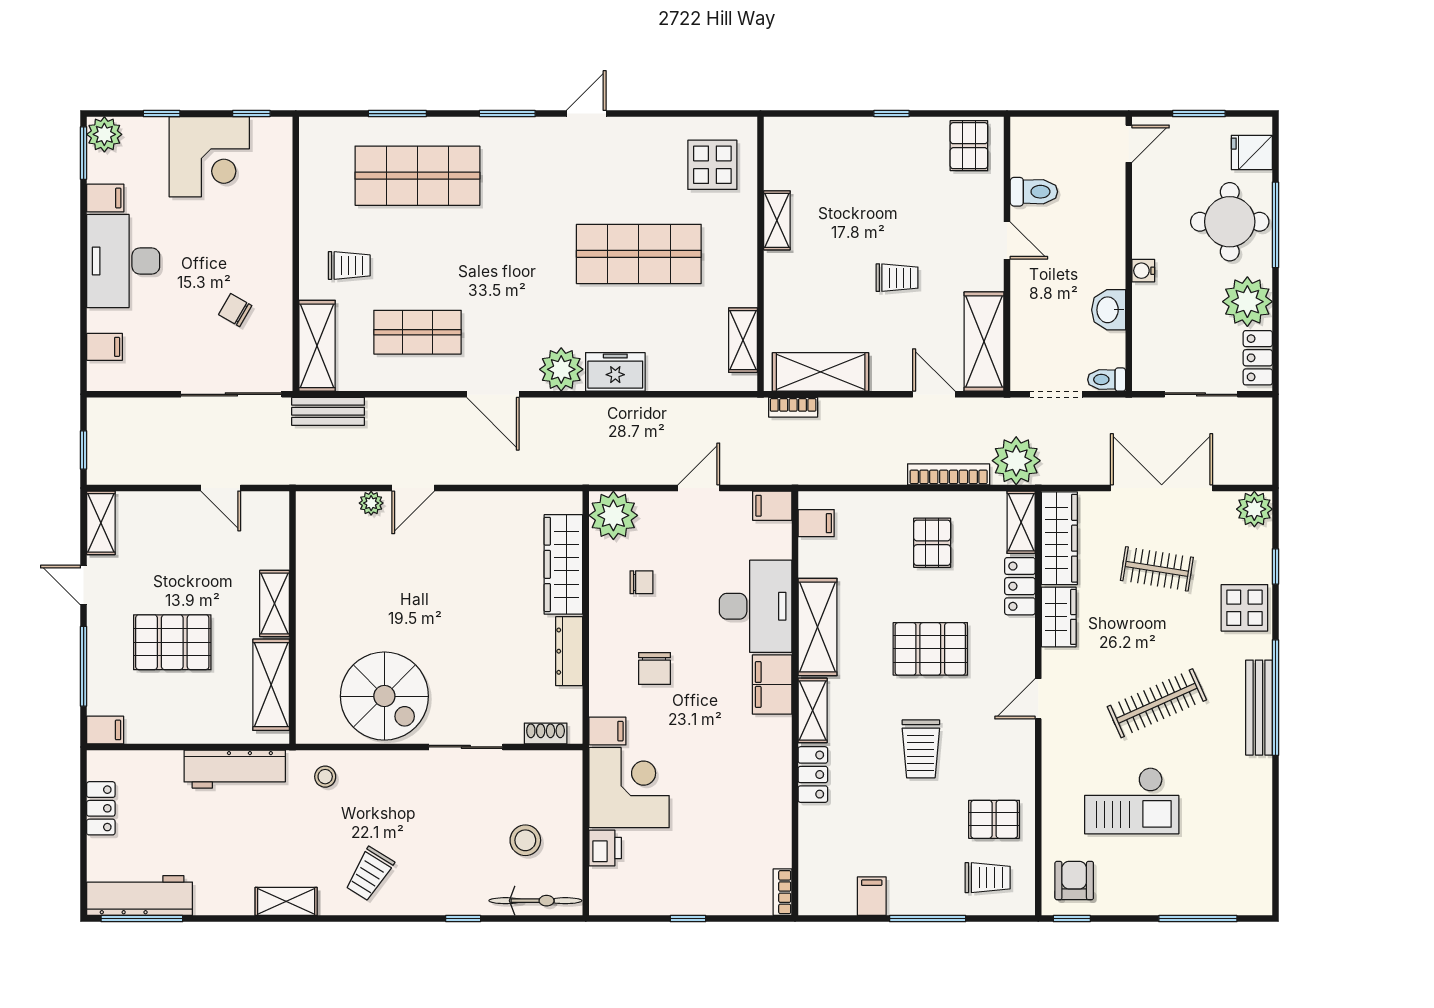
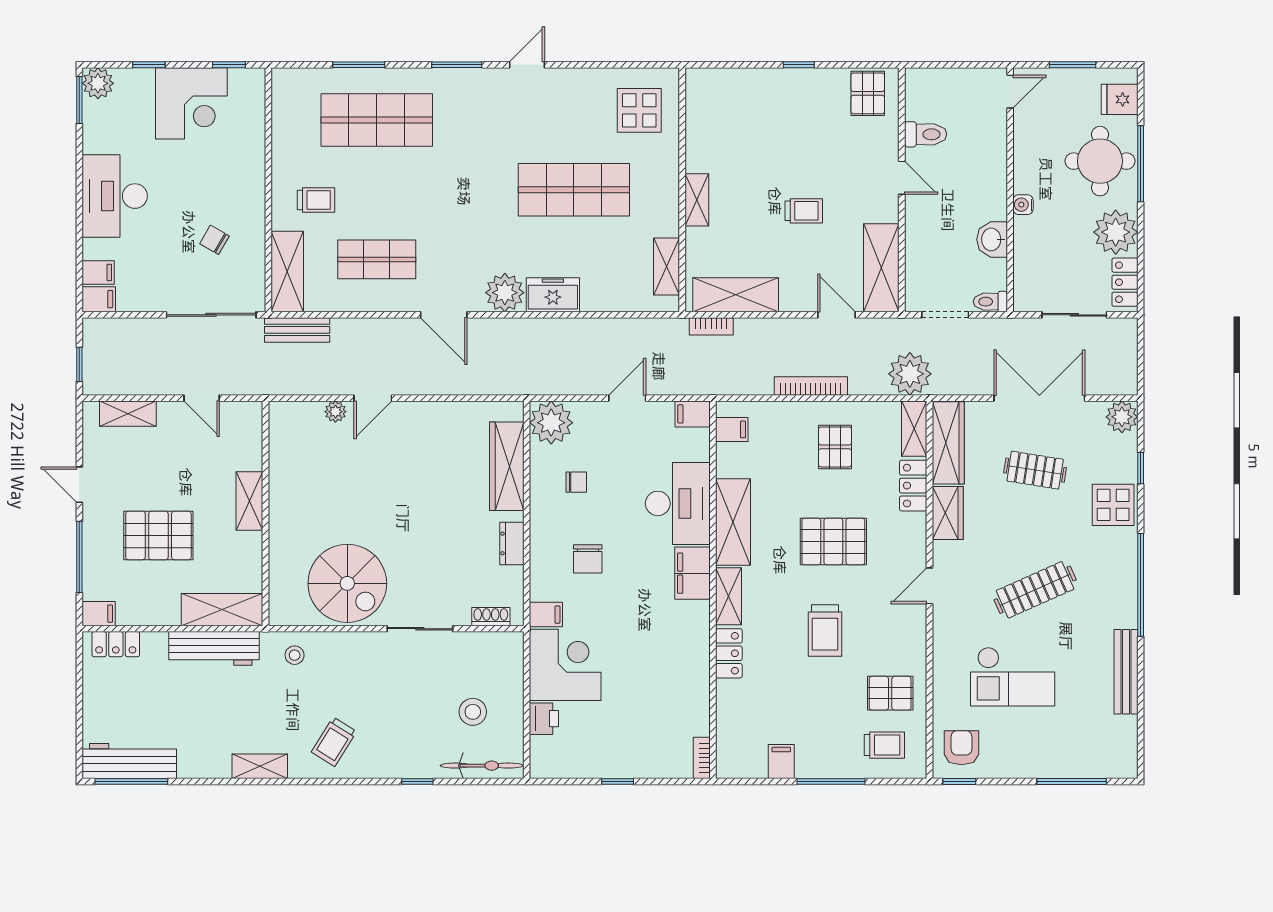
filing cabinet: (105, 198) -> (99, 299), moved
shelving: (777, 220) -> (697, 200), moved
bookcase: (949, 474) -> (811, 386), moved
shelving: (101, 523) -> (128, 414), moved, turned 90
dresser: (569, 651) -> (512, 543), width x0.70
shelving: (271, 685) -> (222, 610), moved, turned 90
bench: (1259, 708) -> (1126, 672), moved
locker: (101, 808) -> (116, 644), moved, turned 90

